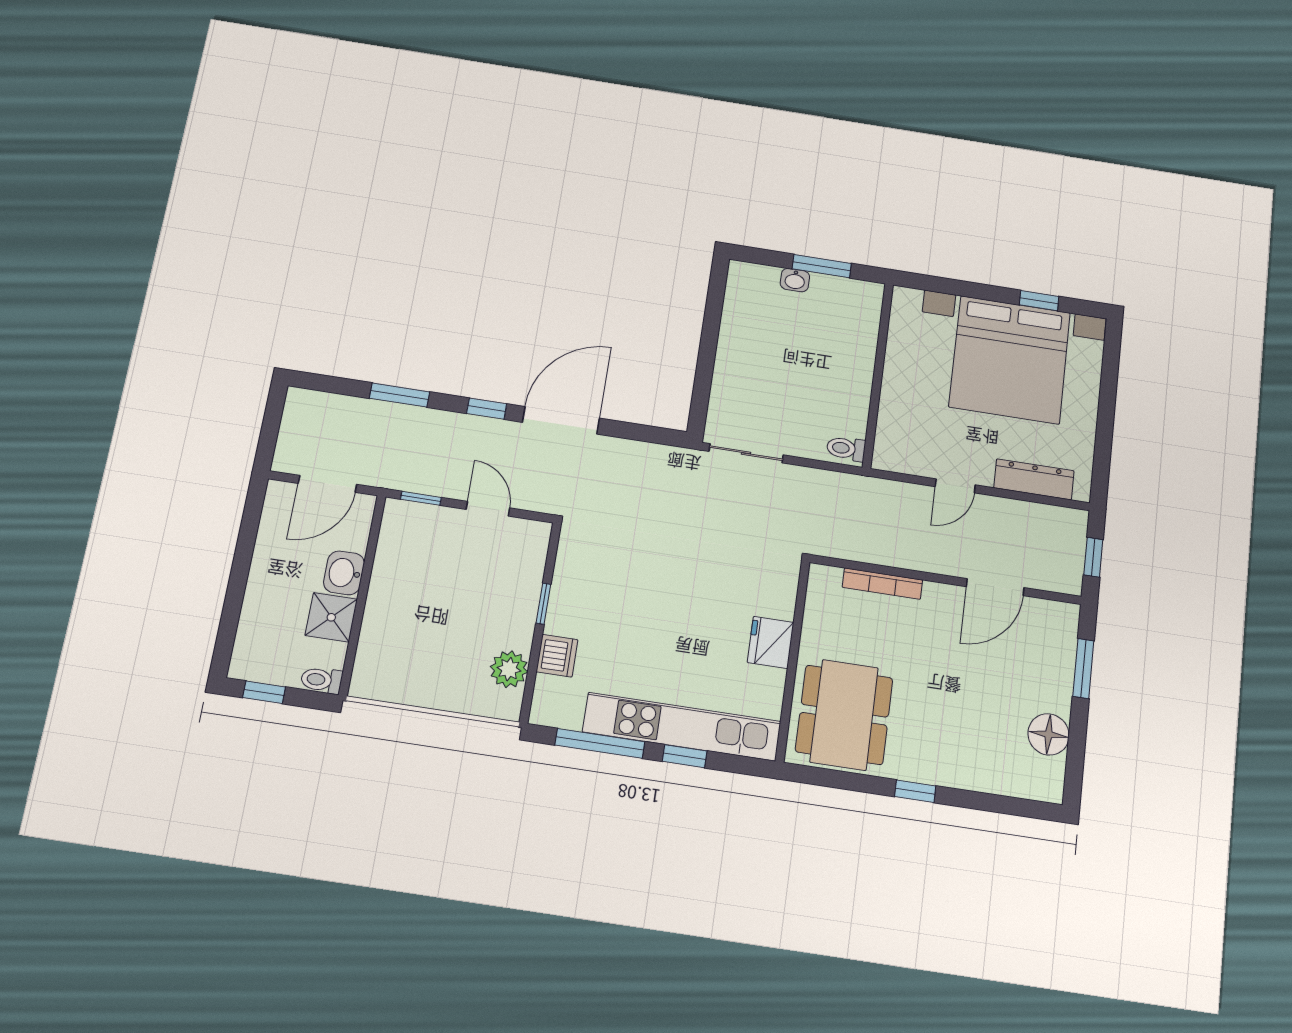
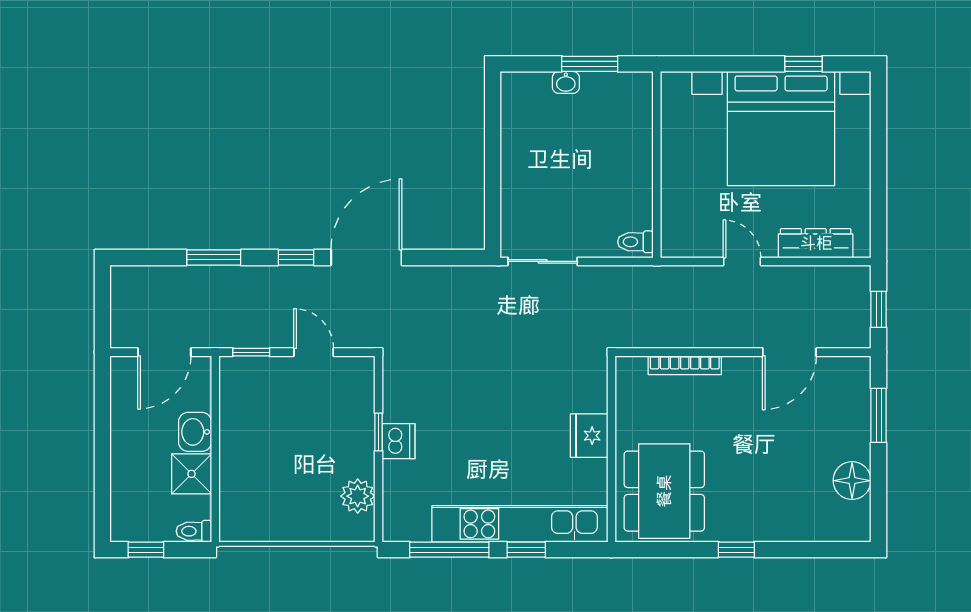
door: (955, 486) -> (742, 261), swing flipped
dishwasher: (557, 656) -> (399, 441), moved

